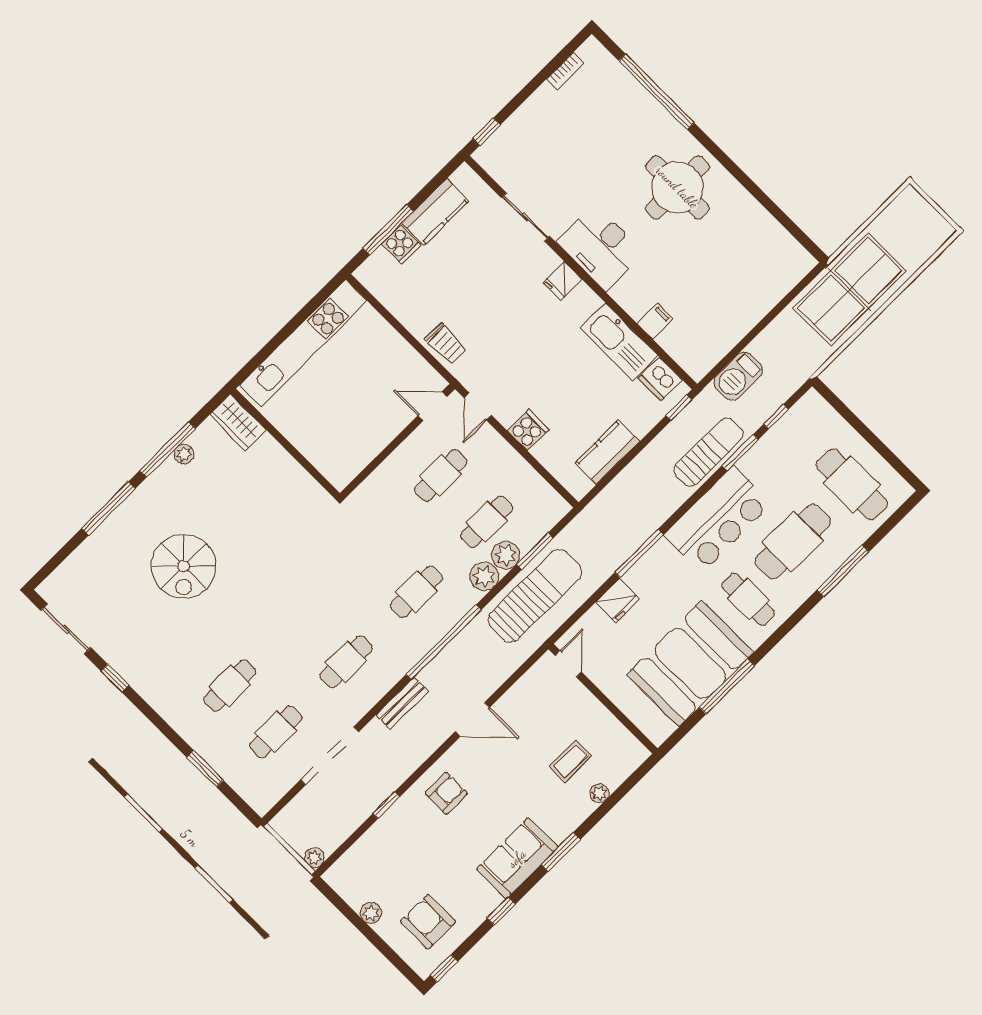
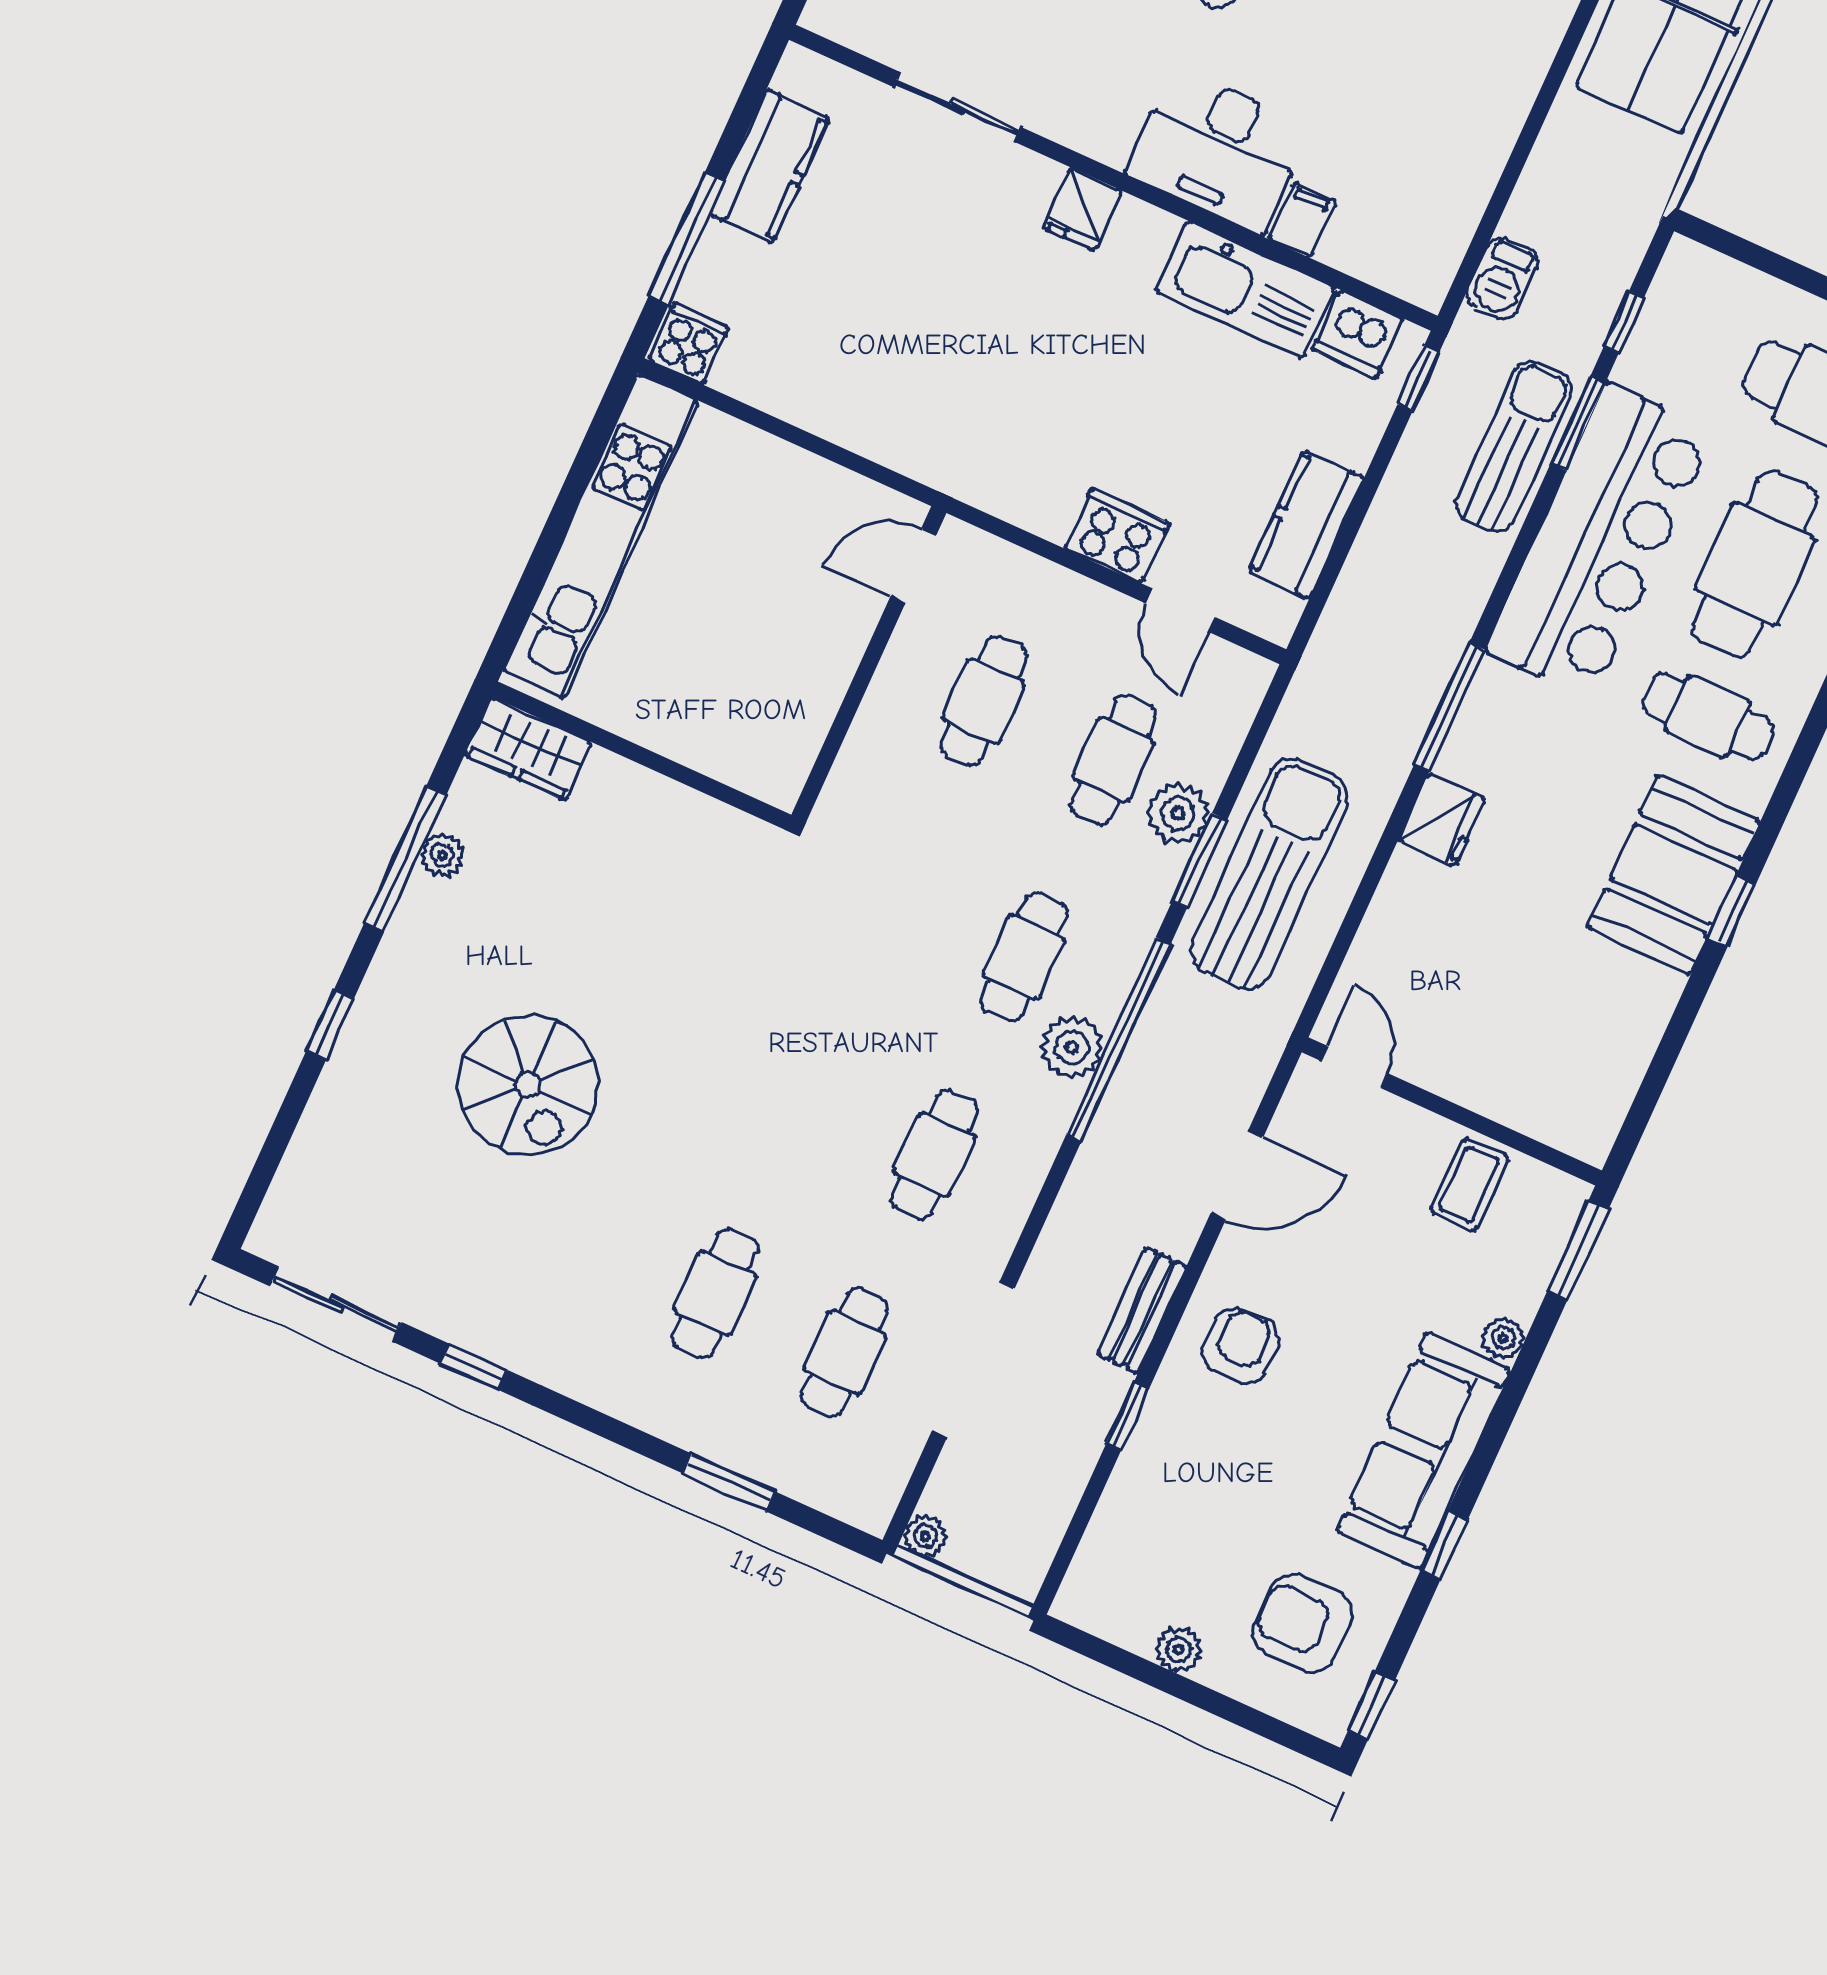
cooker: (401, 244) -> (689, 344), moved, turned -90
desk: (600, 247) -> (1219, 150), moved
trolley: (446, 344) -> (893, 428), removed
barbecue: (738, 376) -> (1502, 278), width x0.73, depth x0.79
door: (478, 407) -> (1181, 610), moved
cooker: (528, 430) -> (1117, 536), width x1.36
window: (108, 508) -> (330, 1025), width x0.46
bar counter: (718, 519) -> (1600, 541), width x1.36
window: (535, 551) -> (1200, 861), moved
plant: (484, 576) -> (1072, 1047), moved
booth: (690, 663) -> (1674, 874), width x0.73, depth x0.70
door: (568, 664) -> (1354, 1067), moved
window: (727, 686) -> (1732, 911), width x0.46
wall: (603, 699) -> (1452, 1111), moved
bench: (402, 703) -> (1142, 1310), moved
plant: (599, 793) -> (1503, 1338), moved
window: (561, 852) -> (1578, 1250), moved
plant: (314, 858) -> (925, 1536), moved
sofa: (517, 858) -> (1424, 1450), width x1.36

